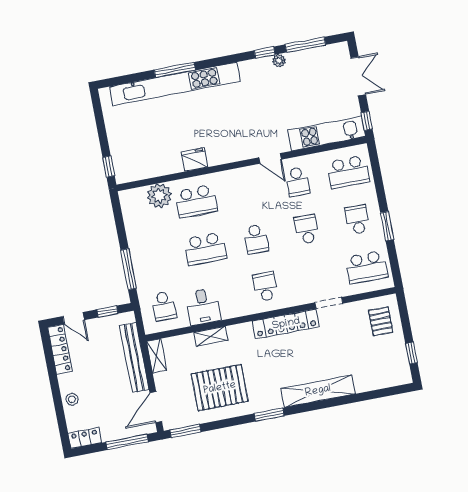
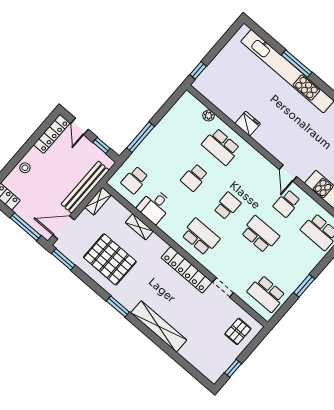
plant: (159, 196) -> (209, 116), width x0.53, depth x0.53
school desk: (357, 220) -> (293, 263), removed
school desk: (307, 229) -> (260, 234), width x1.85
school desk: (256, 239) -> (227, 206), turned 180
school desk: (205, 249) -> (194, 177), width x0.54
school desk: (265, 287) -> (201, 237), width x1.85

